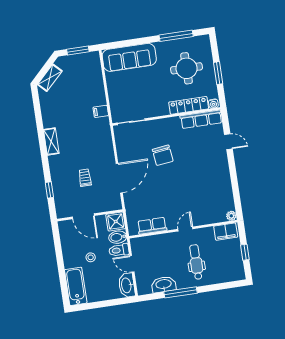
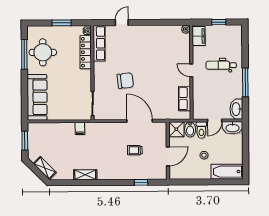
round table: (187, 68) -> (43, 52), moved
shelving: (51, 141) -> (85, 175), moved
washbasin: (164, 284) -> (236, 109), moved

